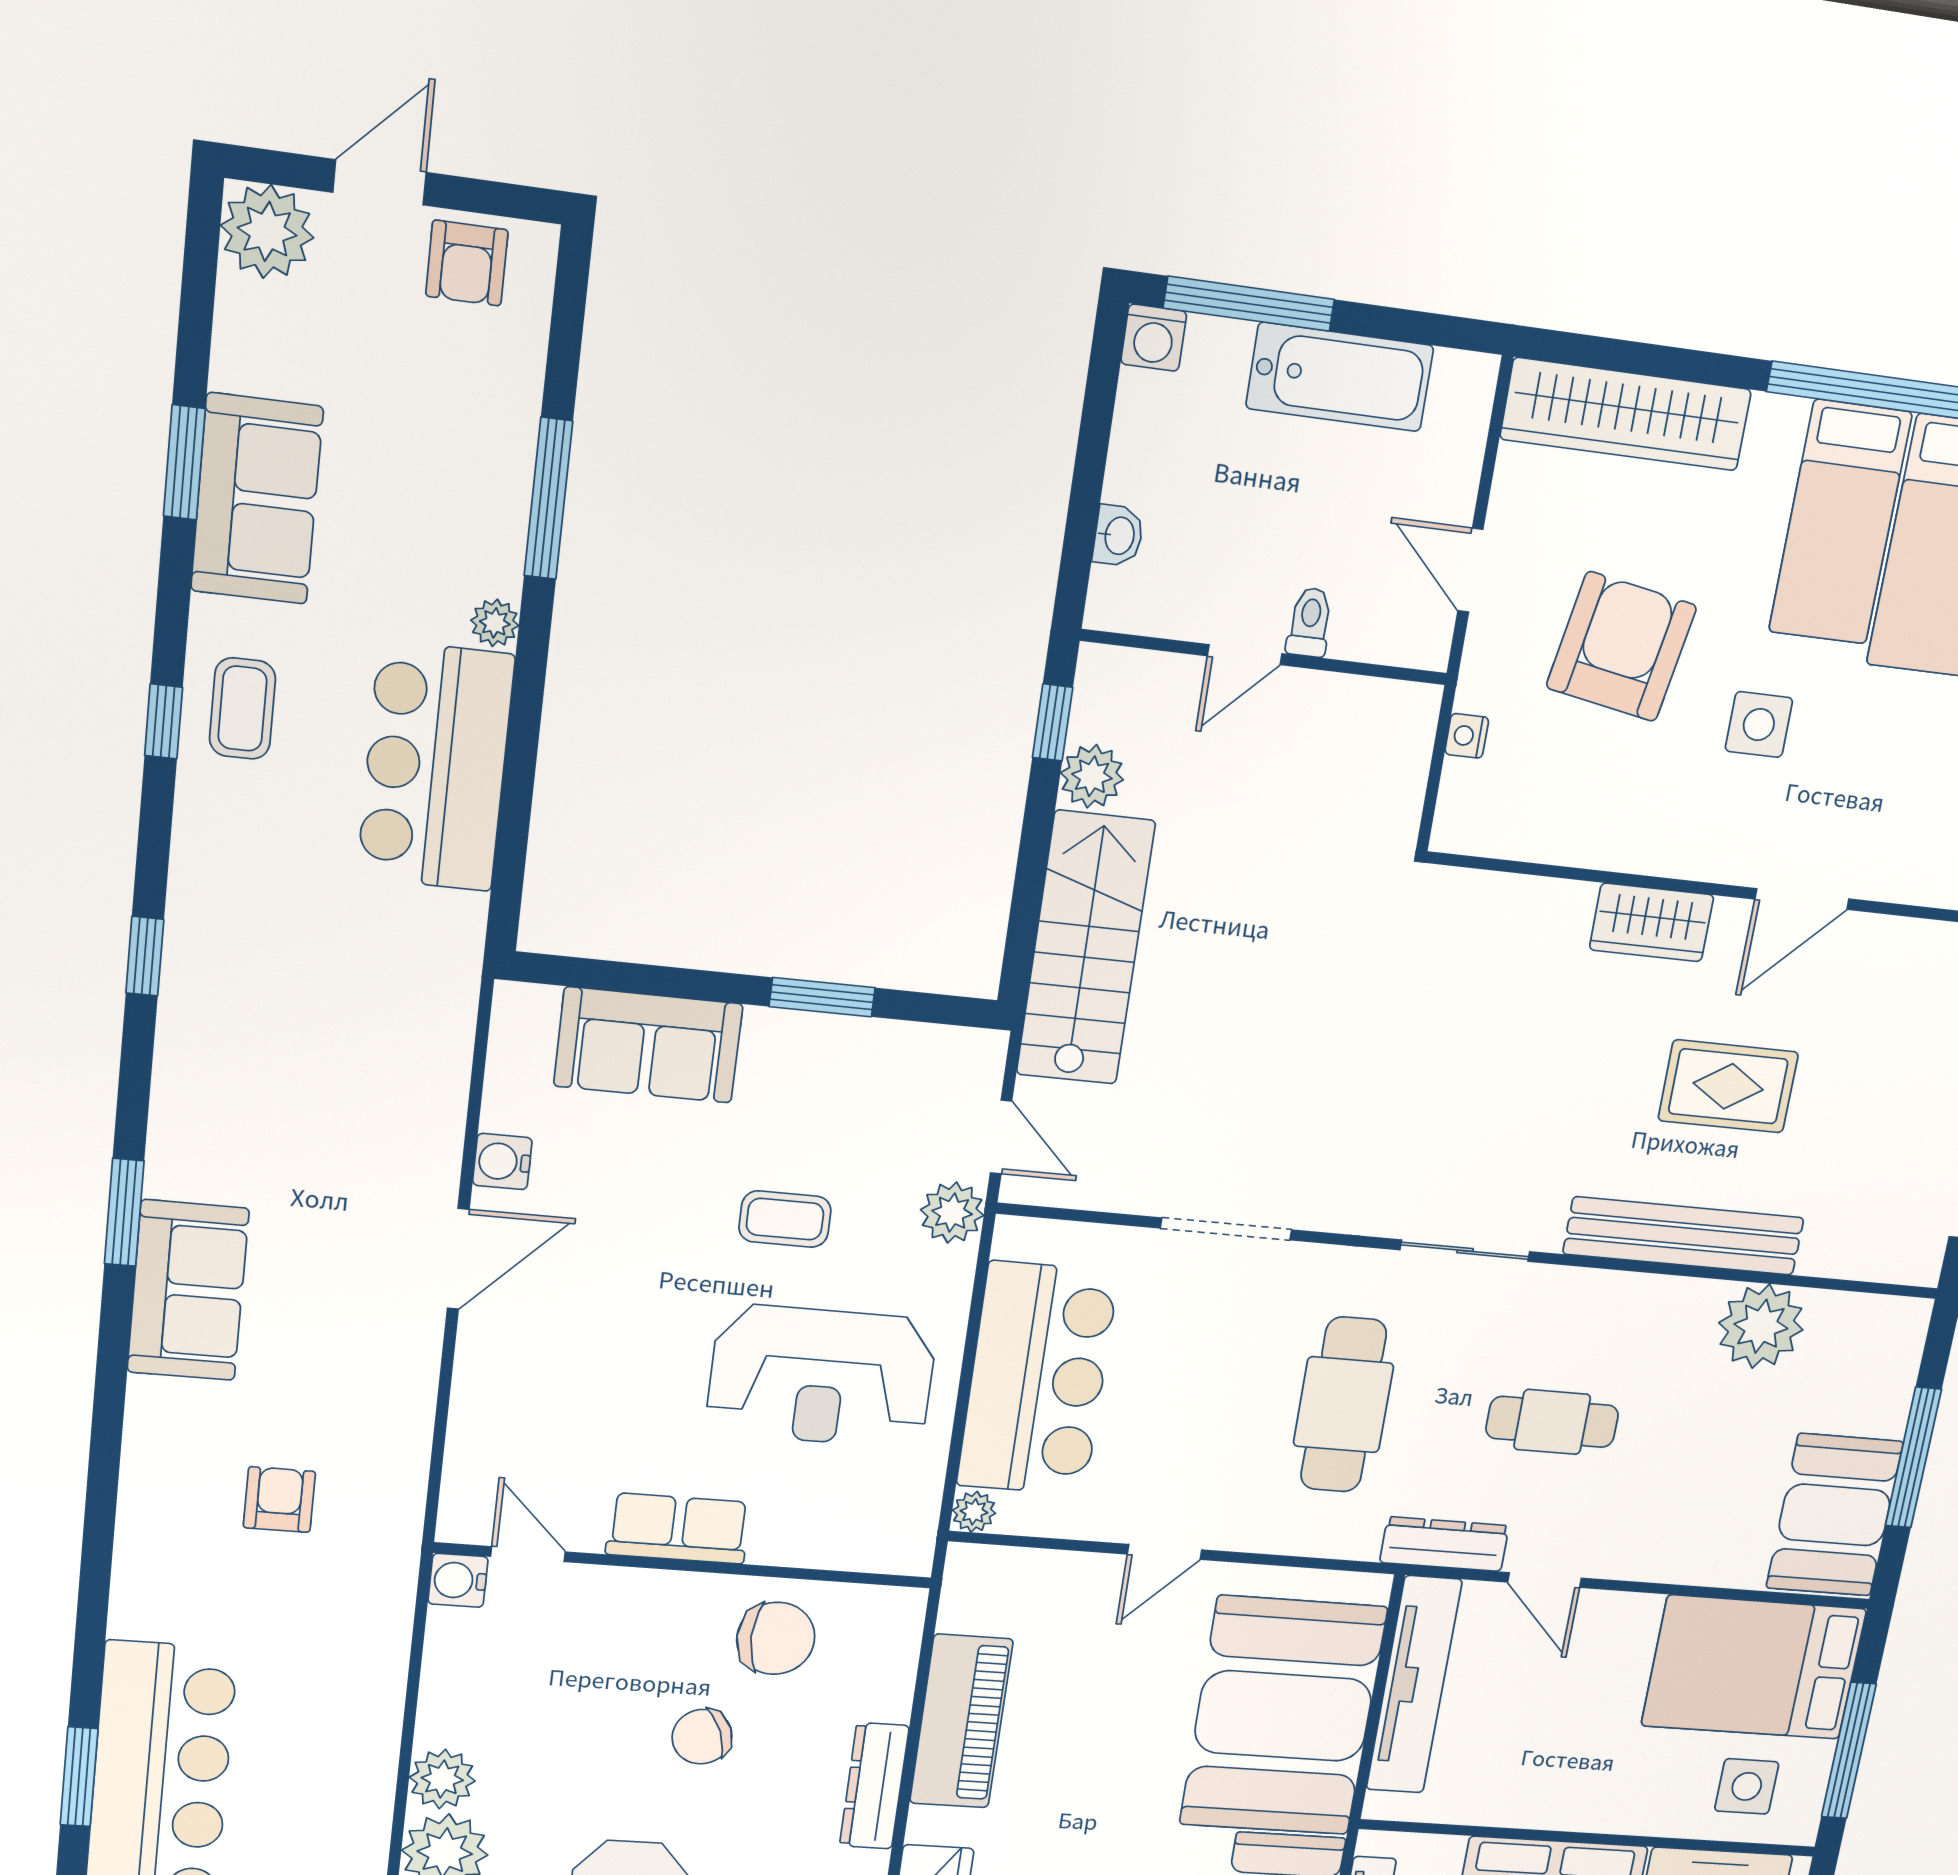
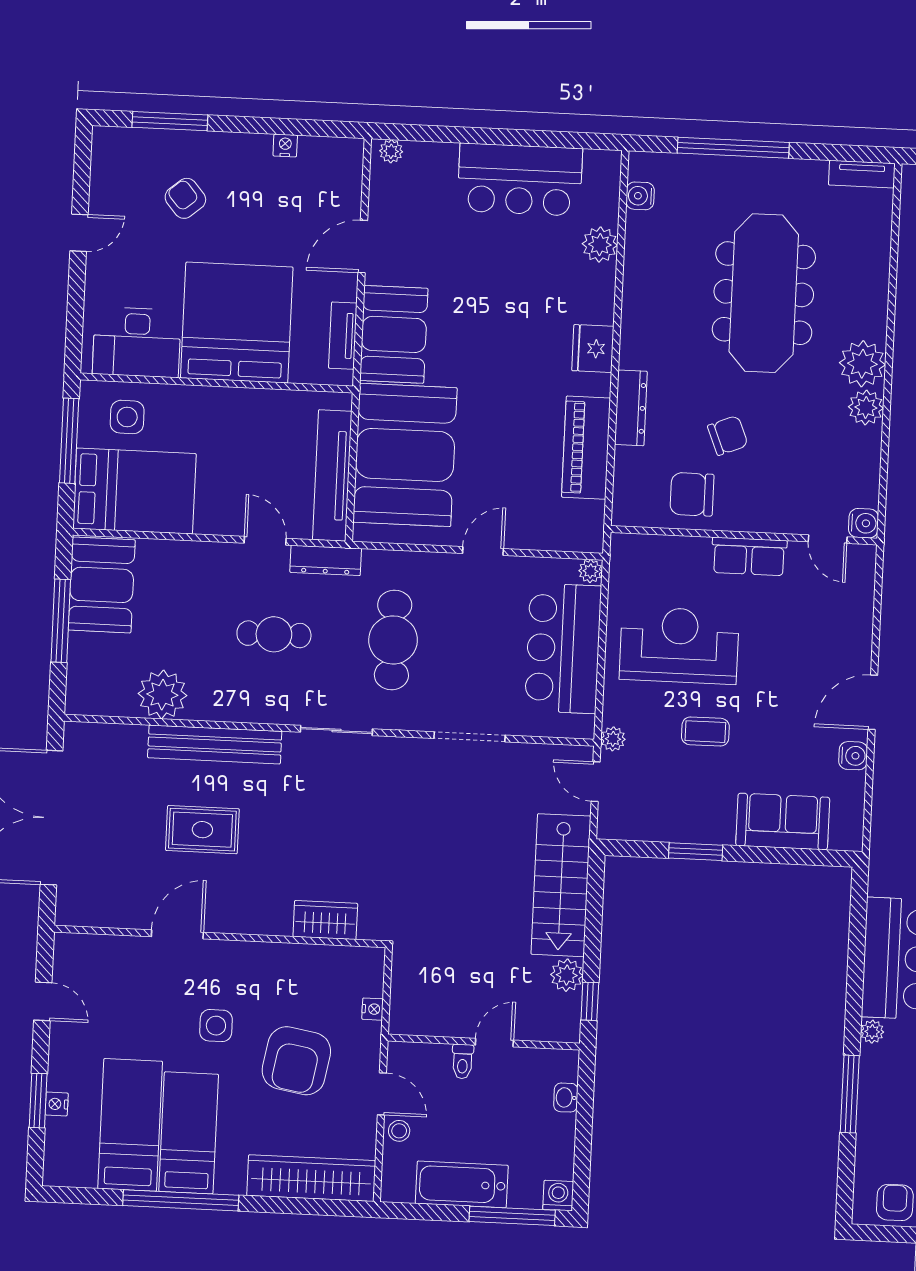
stool: (1447, 495) -> (399, 1131), added
wardrobe: (1652, 922) -> (325, 920), moved
plant: (952, 1213) -> (613, 739), width x0.73, depth x0.73

